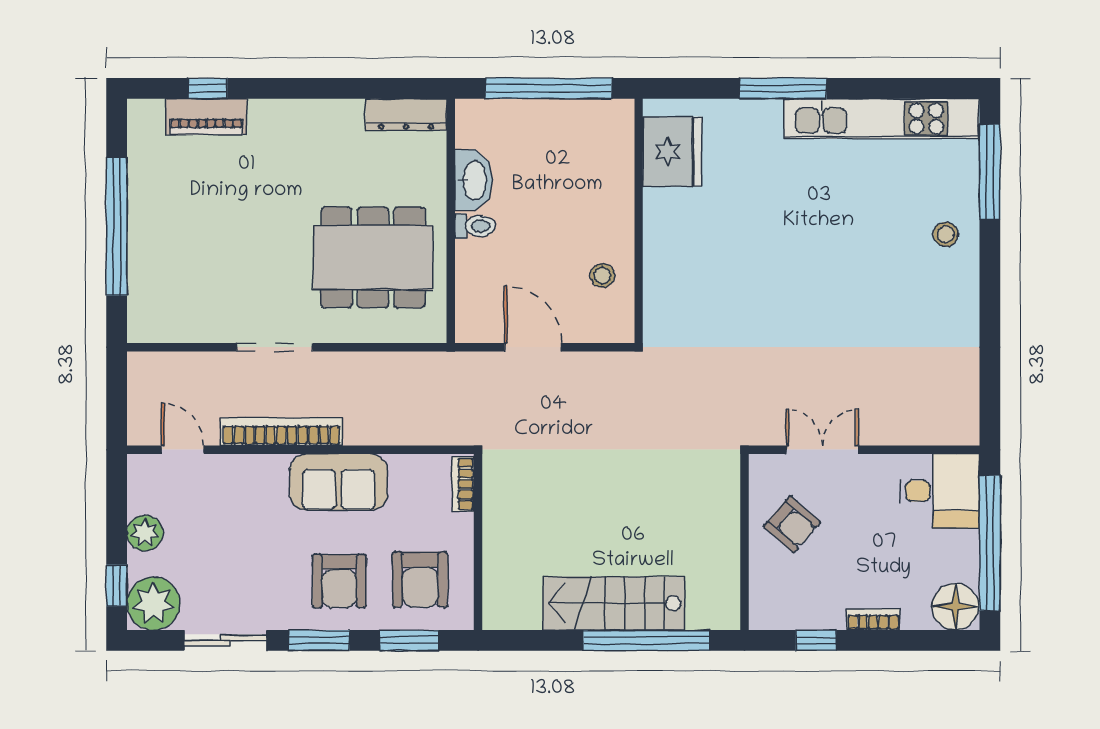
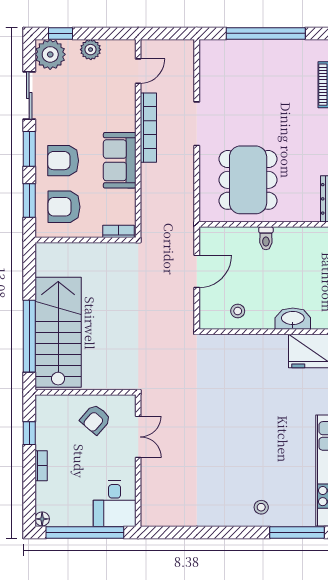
washbasin: (474, 180) -> (293, 319), moved, turned 180
stairs: (614, 603) -> (58, 332), width x1.36, depth x1.51
floor lamp: (955, 607) -> (42, 519), width x0.53, depth x0.53

